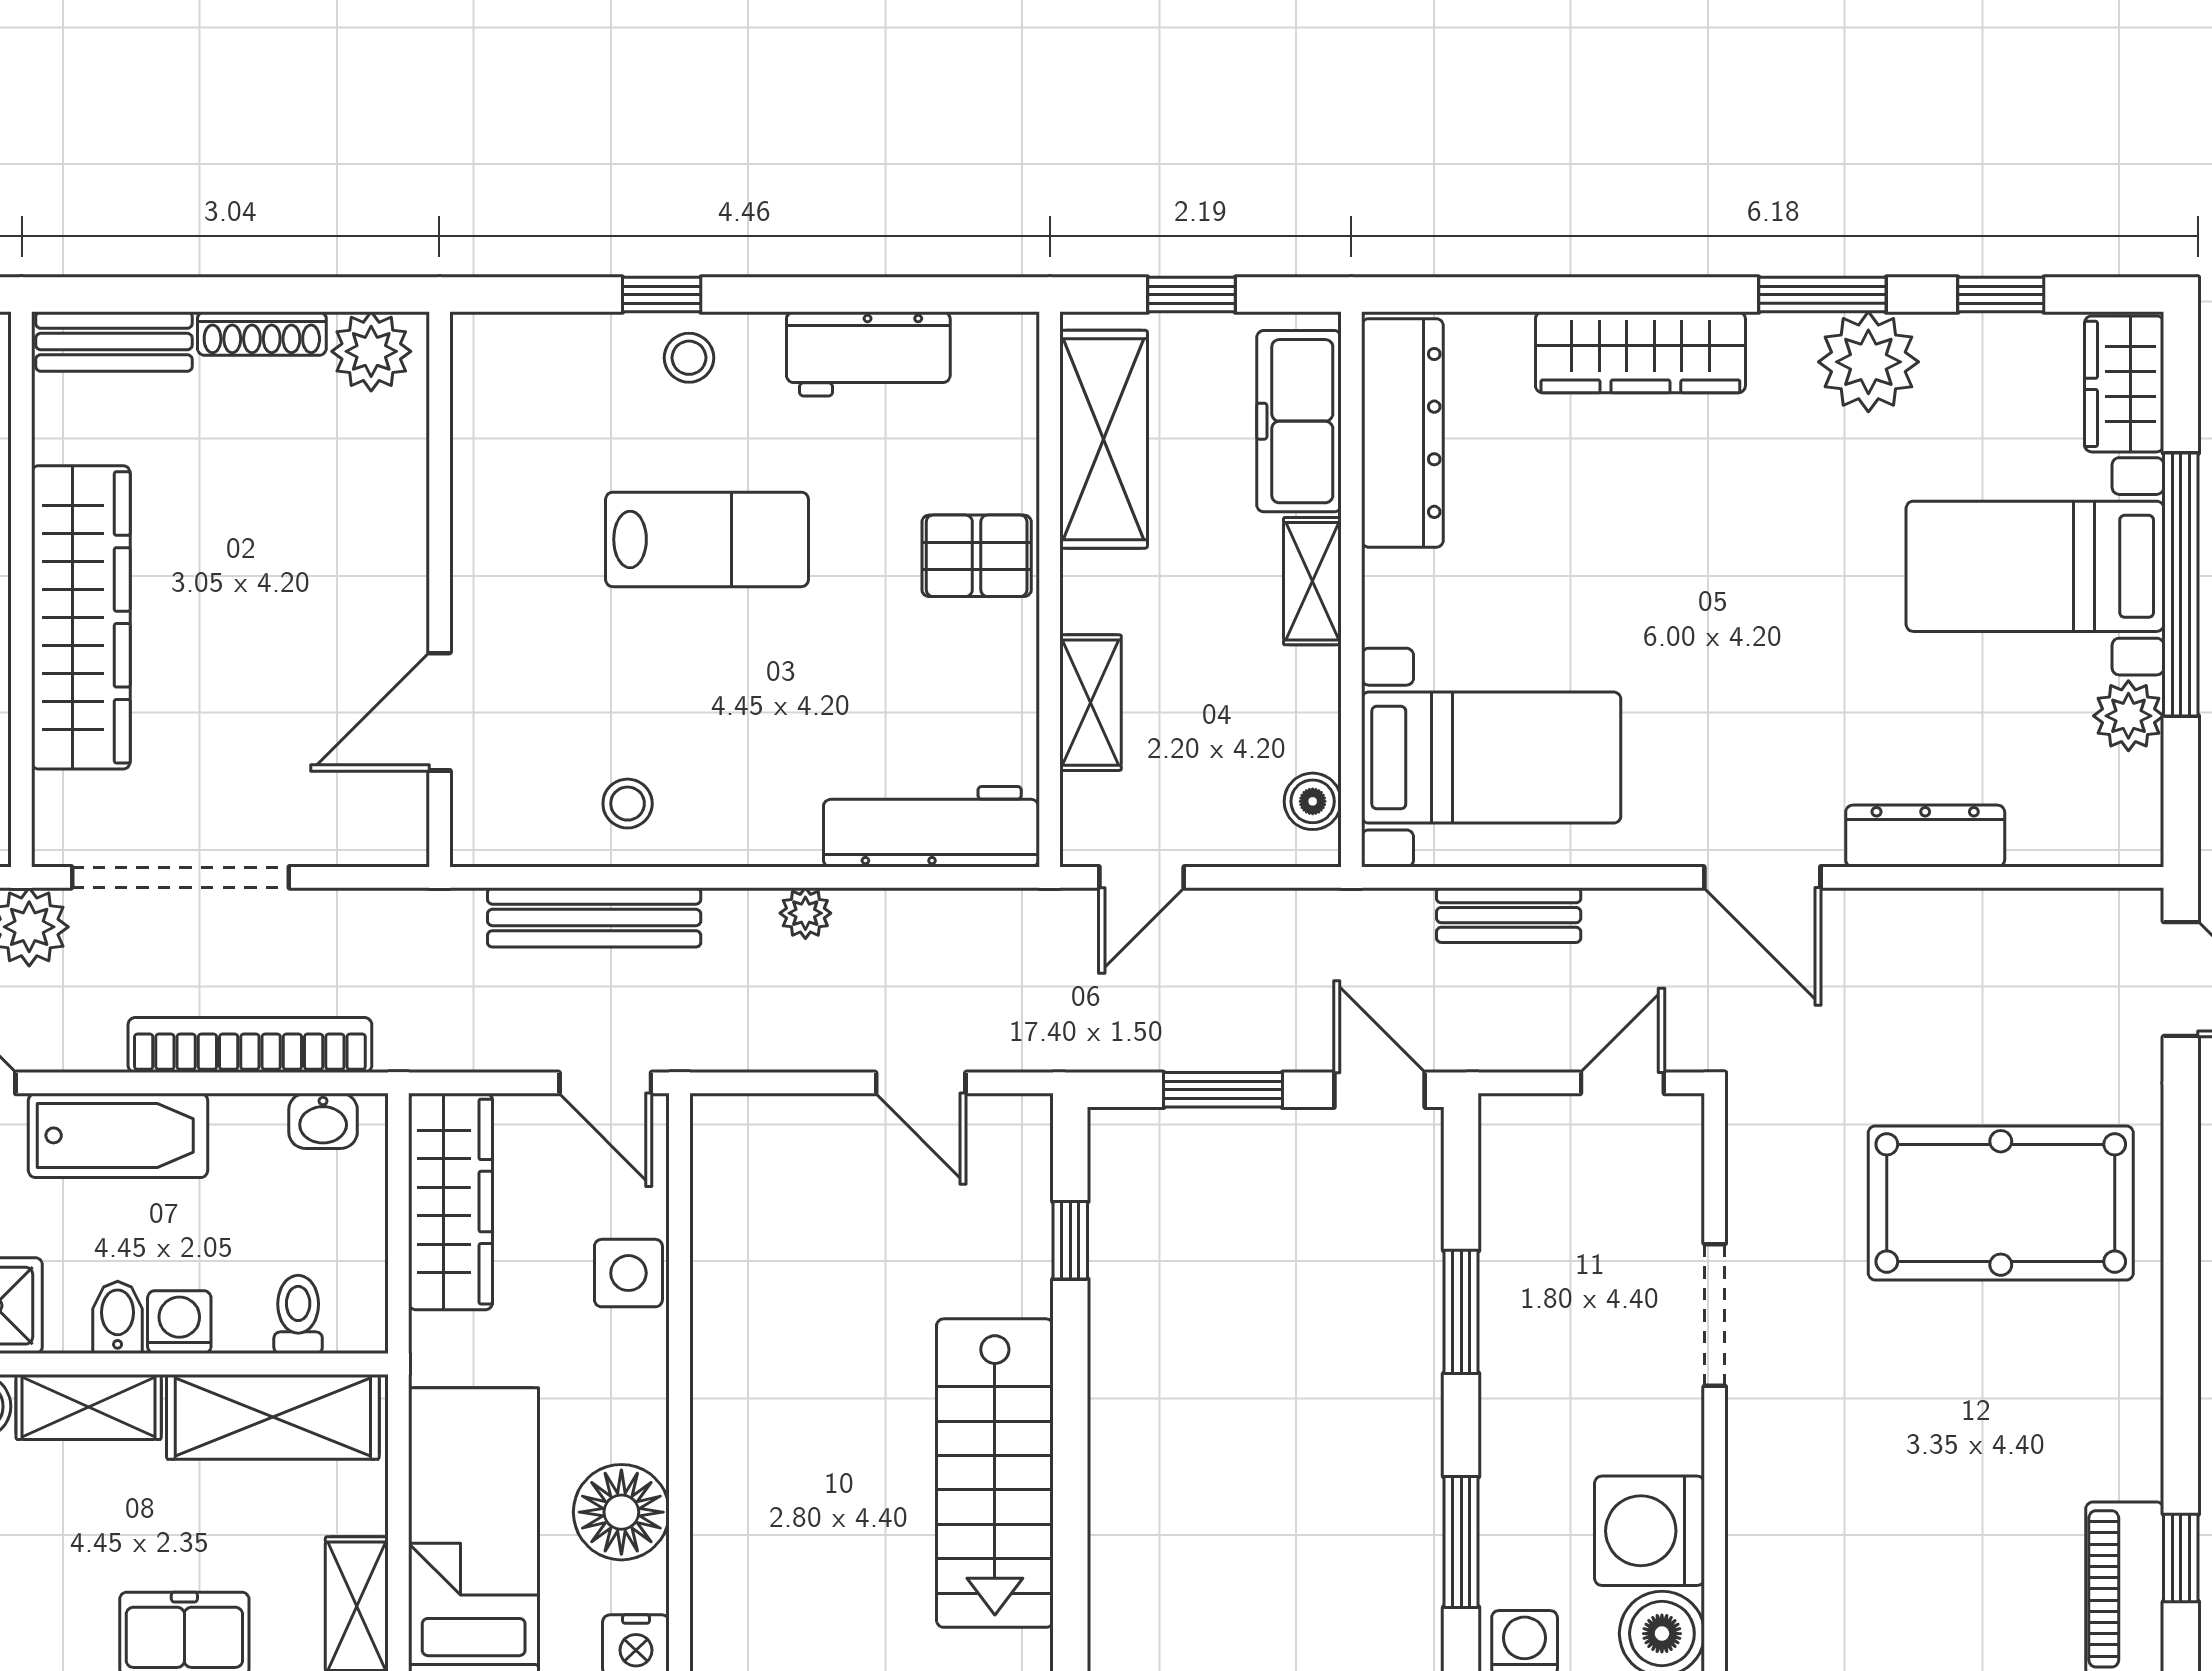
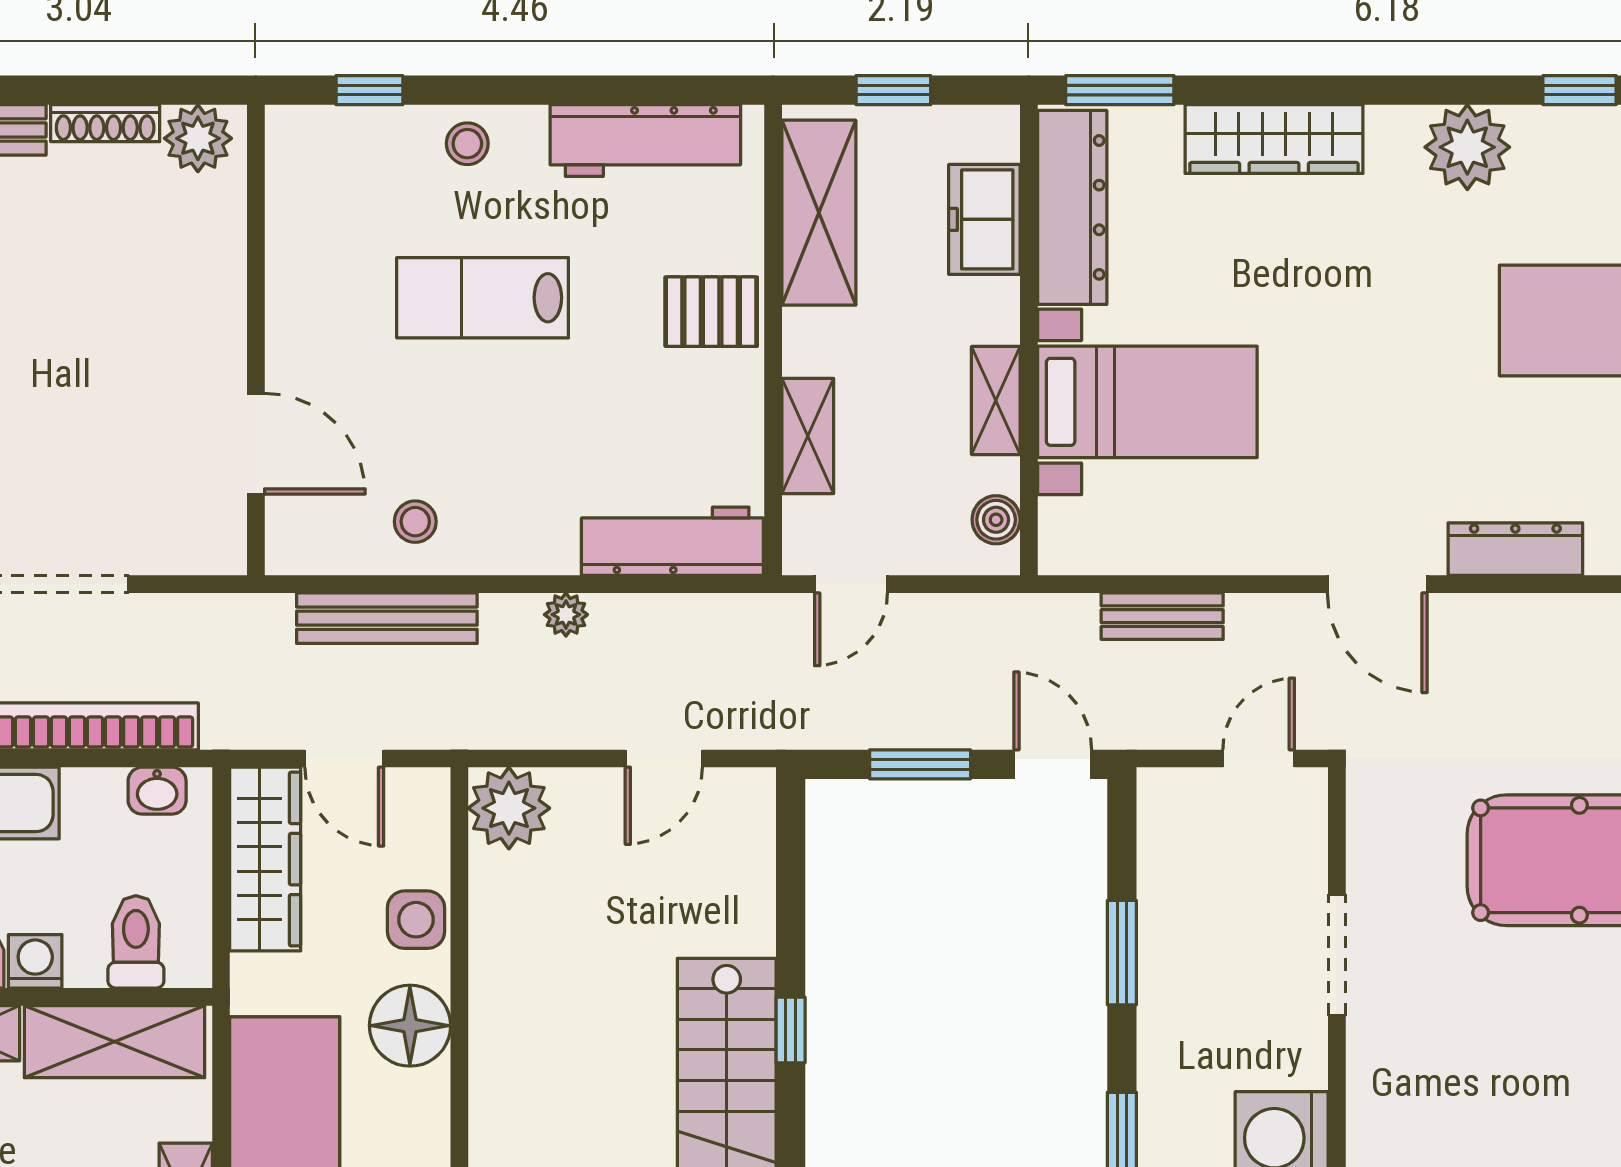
window: (662, 295) -> (369, 90), moved
window: (1822, 295) -> (1120, 90), moved
workbench: (868, 354) -> (645, 140), width x1.38
freezer: (1299, 421) -> (984, 219), width x0.71
lab bench: (707, 539) -> (483, 298), turned 180
shelving: (1312, 581) -> (996, 400), moved
door: (440, 712) -> (256, 444), swing flipped
bed with nightstands: (1491, 758) -> (1147, 402), moved
door: (605, 1083) -> (344, 759), moved
door: (921, 1083) -> (664, 759), hinge flipped
plant: (738, 1141) -> (509, 808), added
window: (1070, 1240) -> (791, 1030), moved
toilet: (298, 1314) -> (136, 942), width x1.37, depth x1.39
floor lamp: (621, 1512) -> (410, 1026), moved

